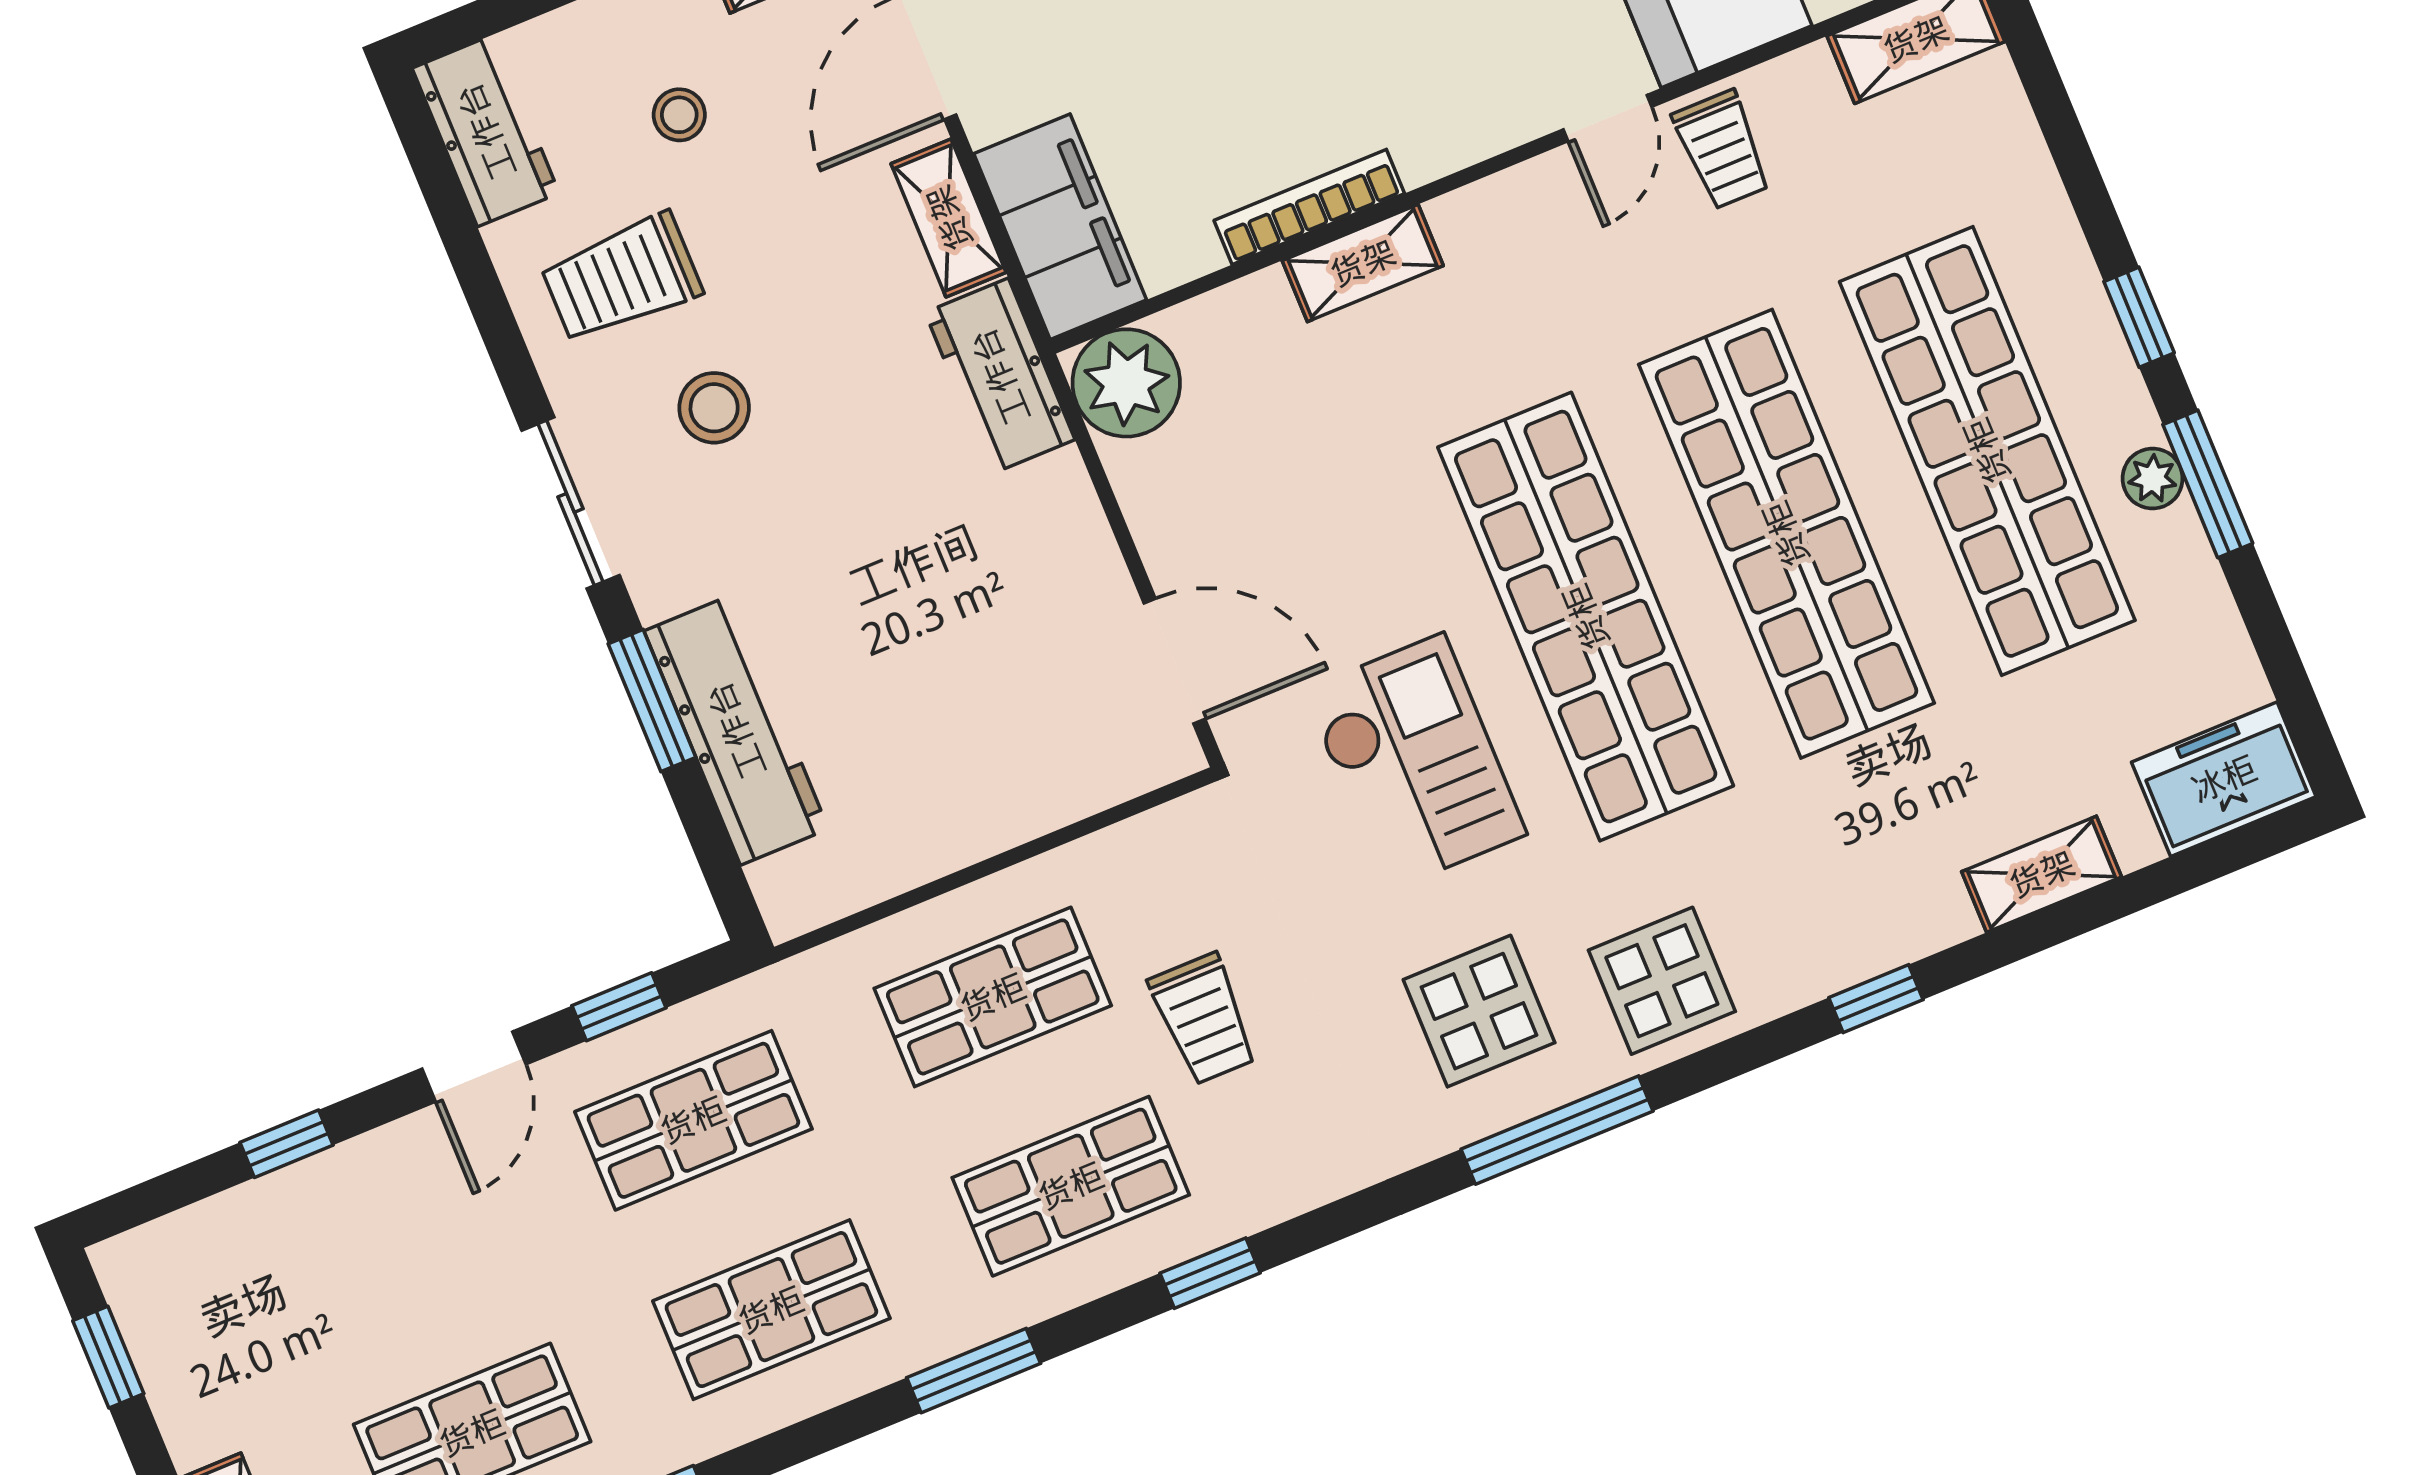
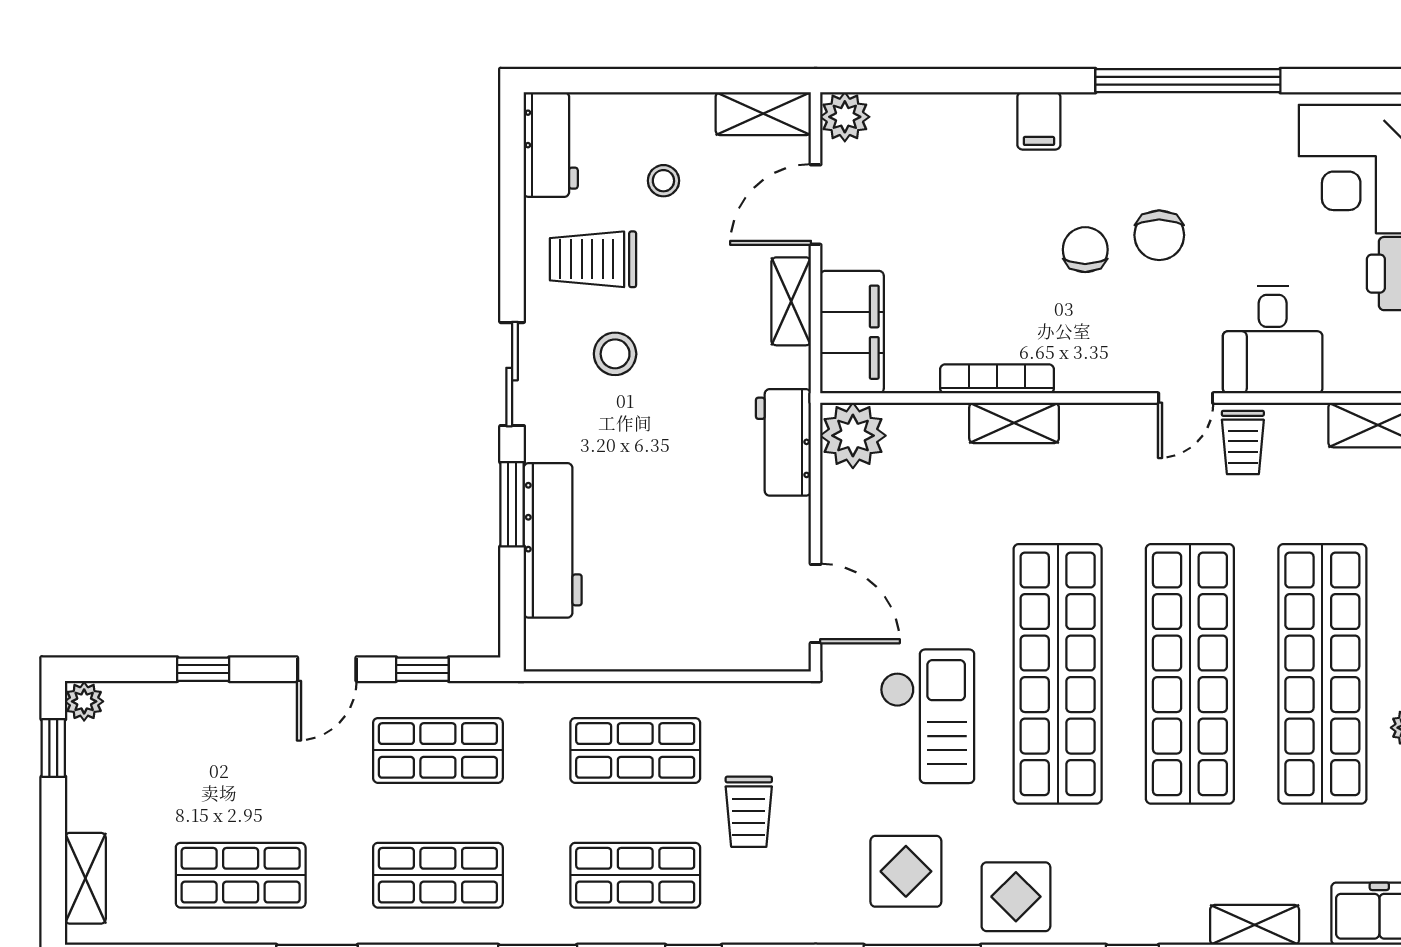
workbench: (1000, 376) -> (783, 442), moved
plant: (126, 1267) -> (84, 701), added

